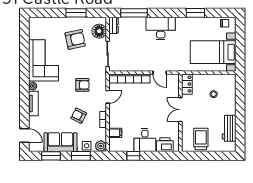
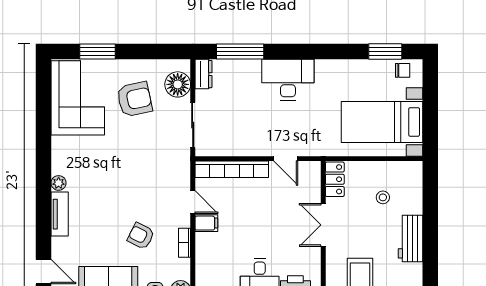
window: (76, 13) -> (98, 52), moved
window: (195, 13) -> (385, 52), moved
corner sofa: (43, 60) -> (78, 98), moved
armchair: (82, 85) -> (148, 181), removed
door: (108, 97) -> (193, 202), hinge flipped
workbench: (229, 128) -> (411, 238), moved
filing cabinet: (115, 133) -> (206, 223), moved

